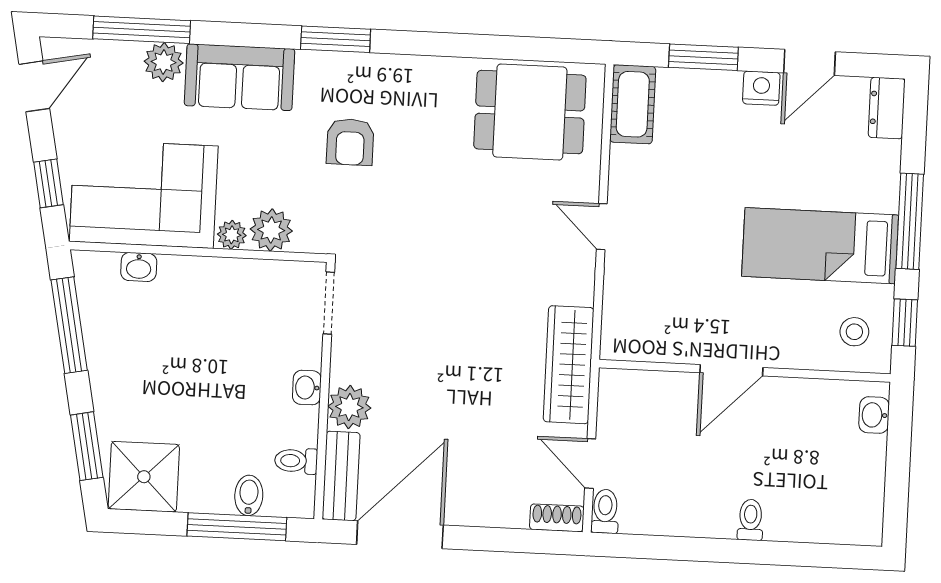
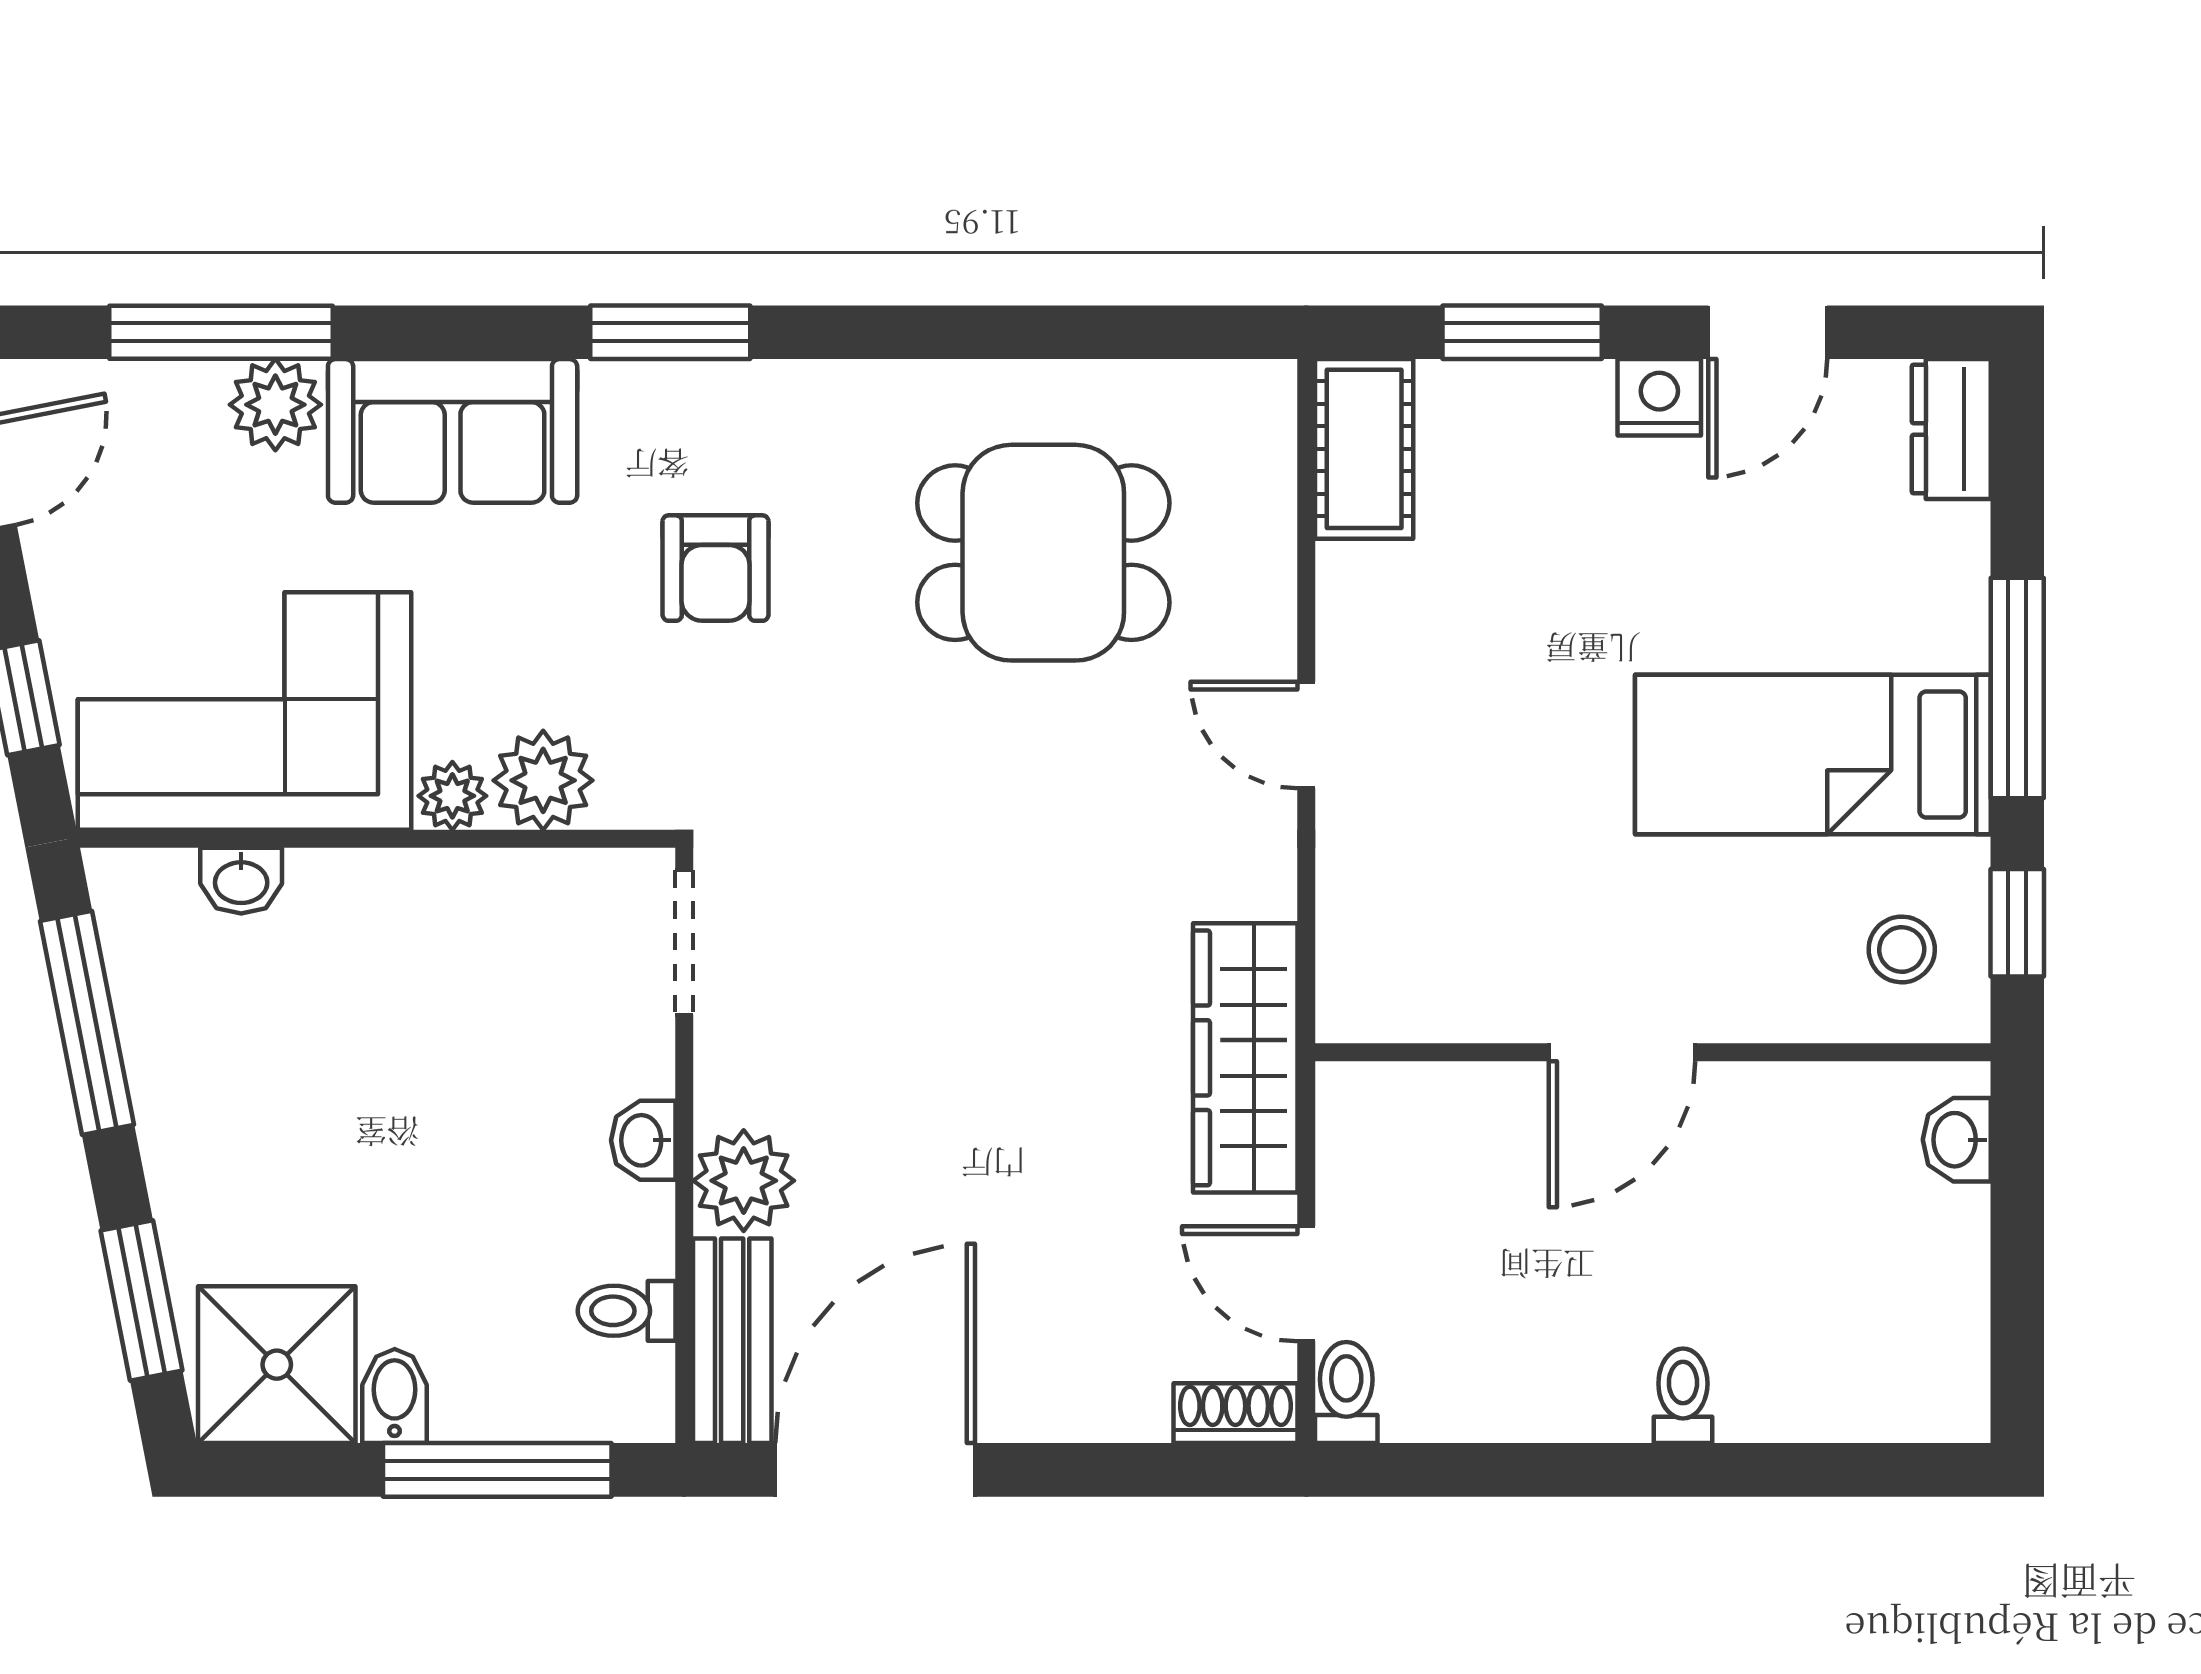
dining table: (530, 112) -> (1043, 553), moved
bidet: (249, 495) -> (395, 1396), moved

